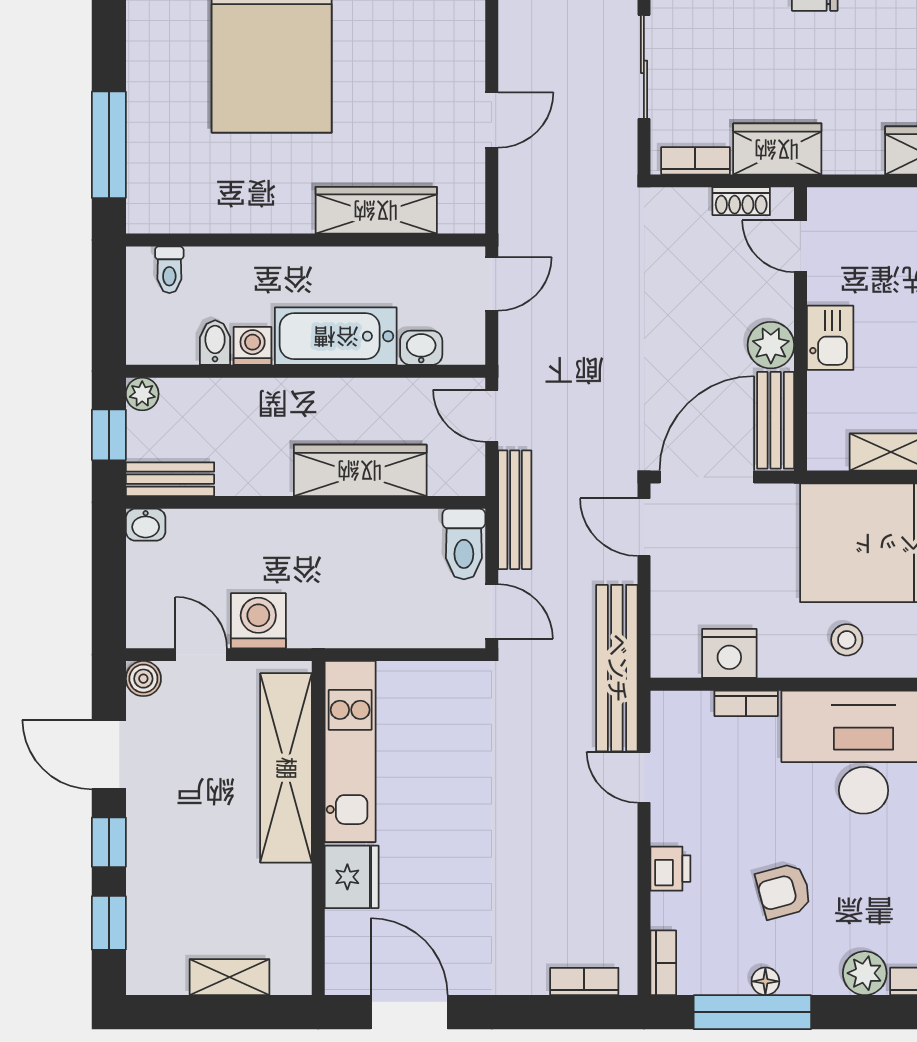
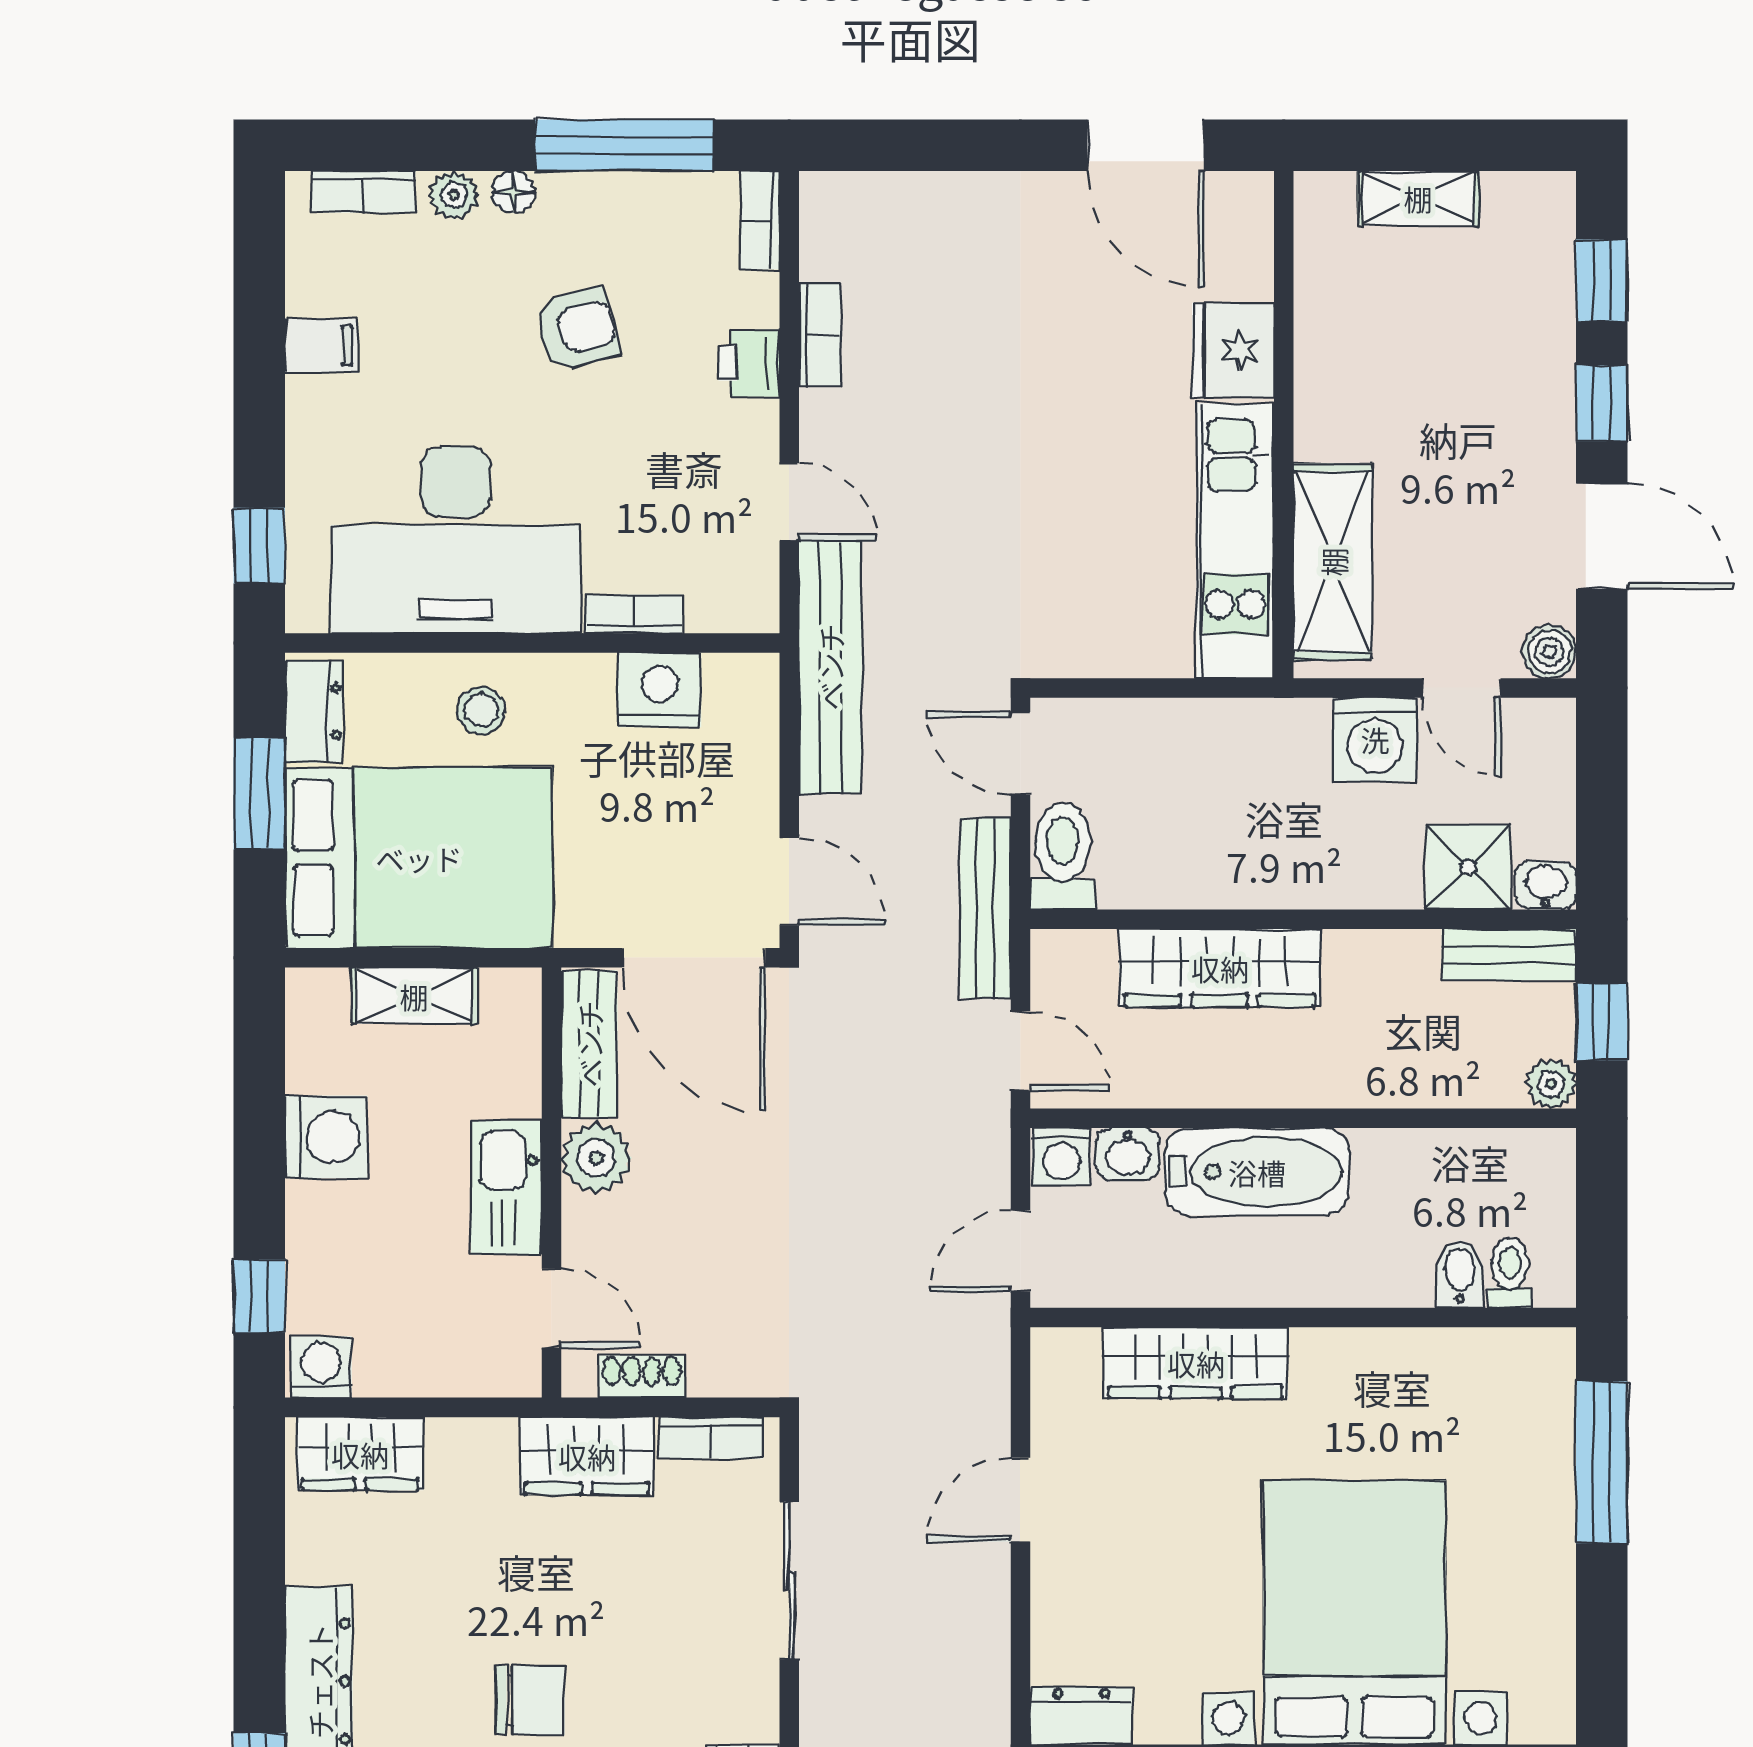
kitchen sink: (830, 338) -> (507, 1187), width x1.38
bidet: (215, 343) -> (1460, 1274), moved, turned 180
washing machine: (253, 346) -> (1061, 1157), moved
door: (707, 477) -> (694, 958), hinge flipped
shower: (197, 537) -> (1468, 867), added
shelving: (286, 768) -> (1333, 562), width x0.68
plant: (865, 973) -> (454, 195), width x0.73, depth x0.73
floor lamp: (765, 981) -> (513, 192), moved
bookcase: (584, 982) -> (820, 335), moved, turned -90

